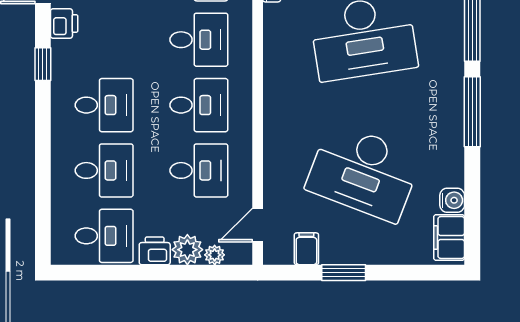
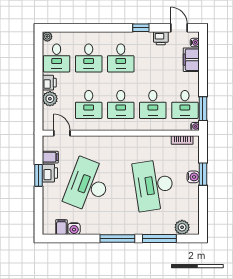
filing cabinet: (449, 238) -> (61, 227), width x0.50
printer: (339, 250) -> (50, 173), added
plant: (215, 255) -> (47, 37), moved

